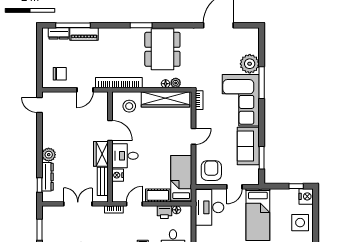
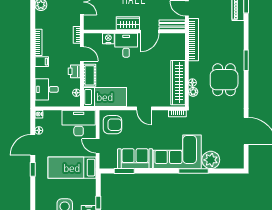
dining table: (162, 49) -> (224, 80), width x0.73
stool: (129, 106) -> (172, 49), removed
bench: (103, 181) -> (172, 25), moved
printer: (164, 212) -> (74, 71), moved

